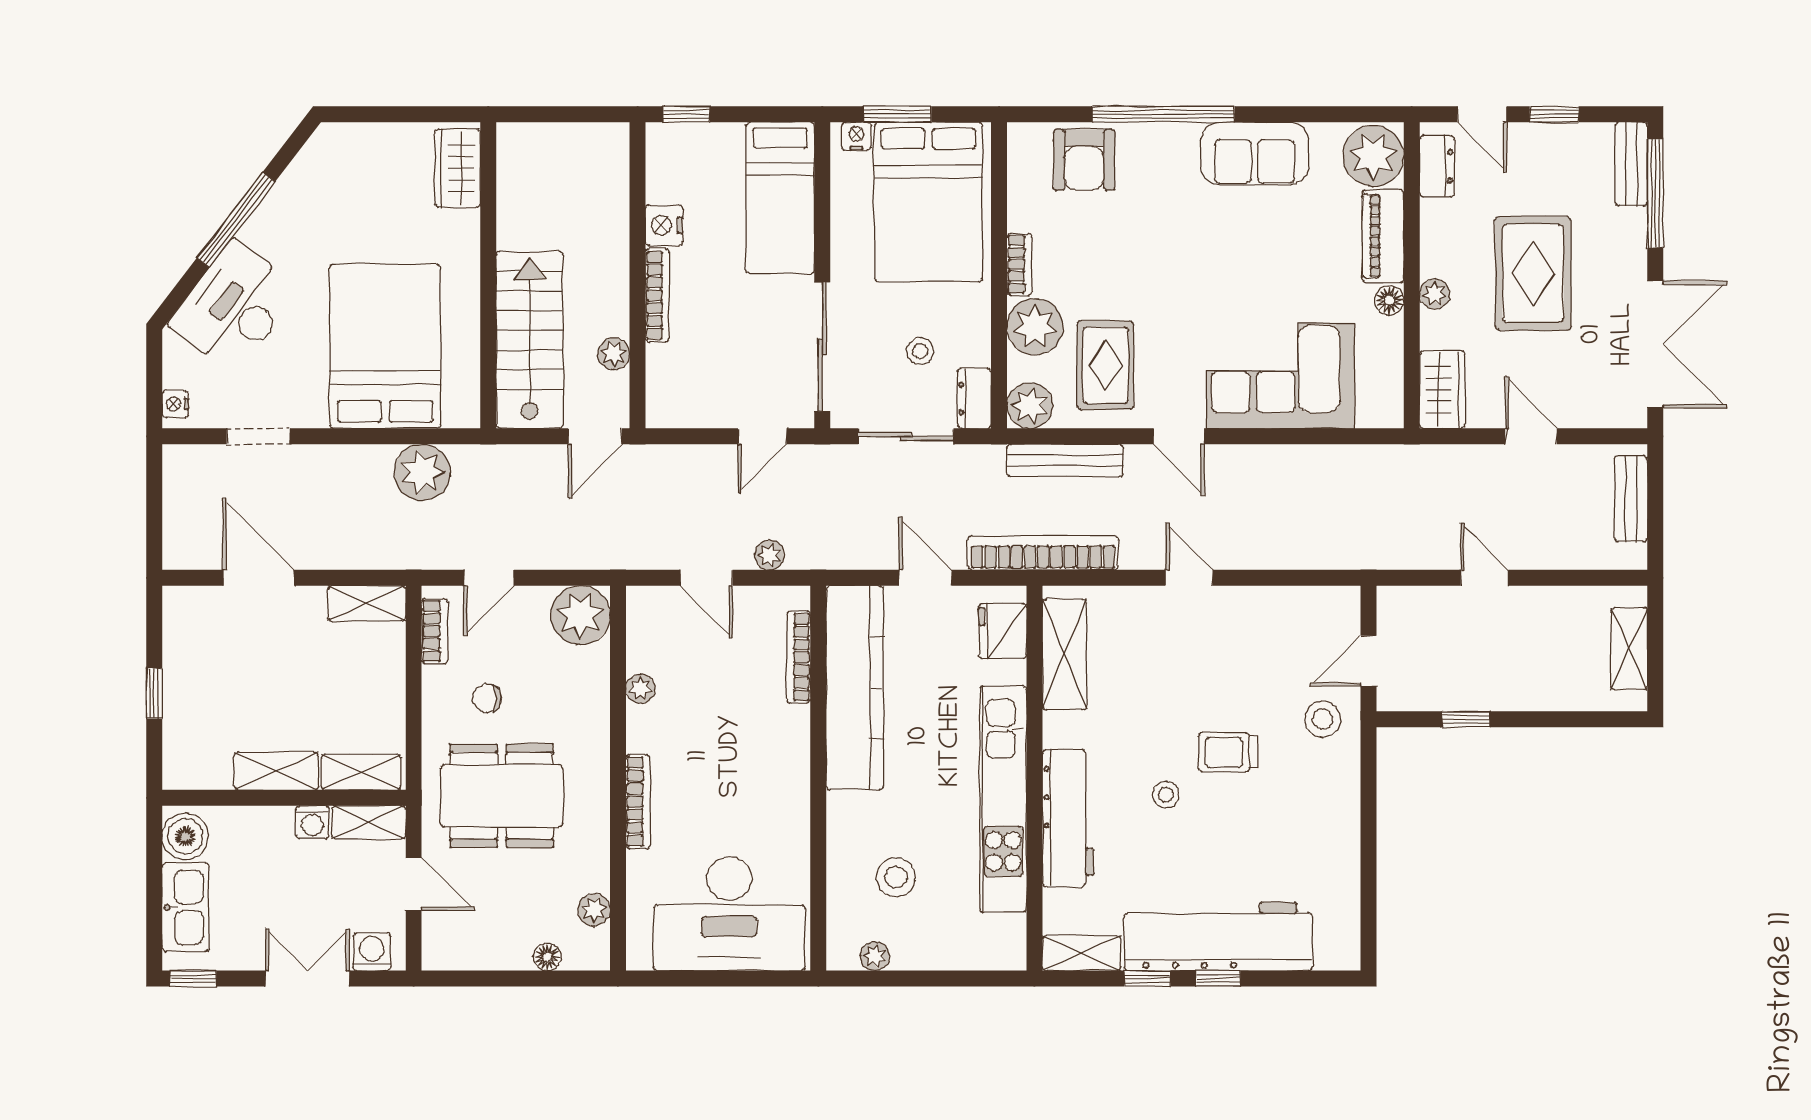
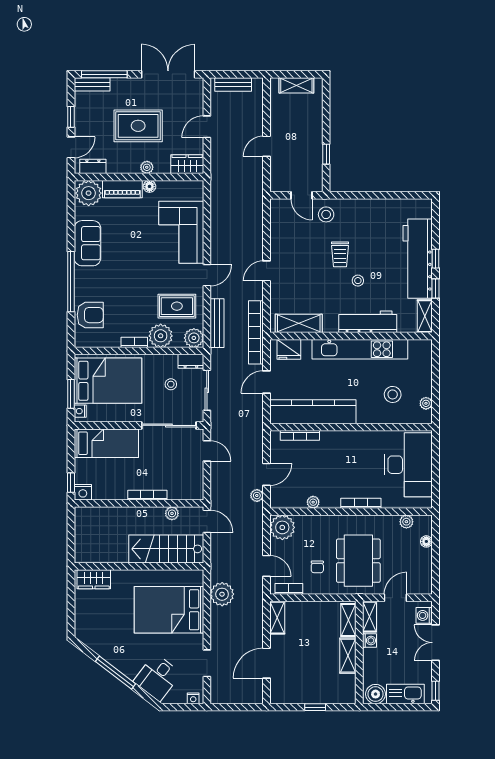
nightstand: (664, 225) -> (83, 492), moved
desk: (234, 307) -> (157, 677), width x0.73
plant: (769, 555) -> (257, 496), moved

